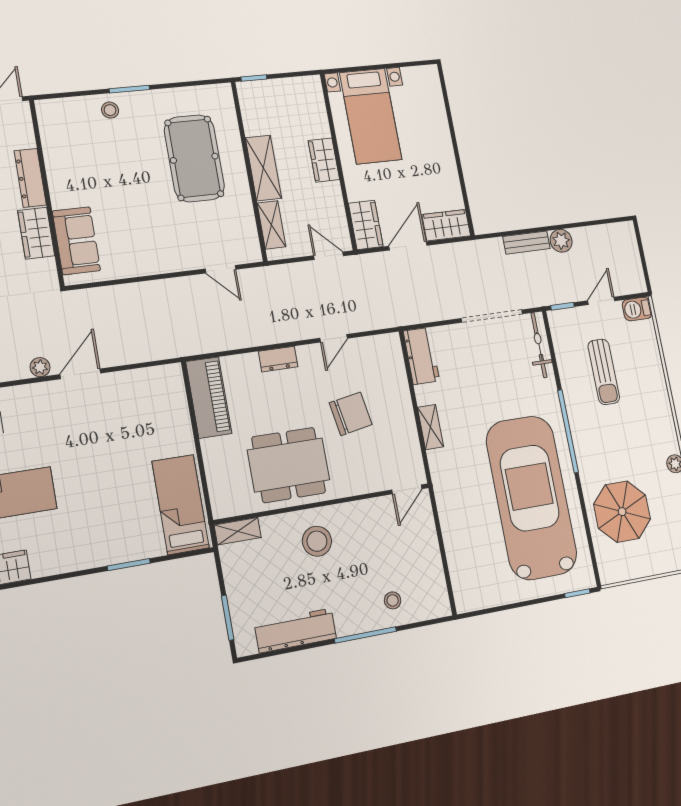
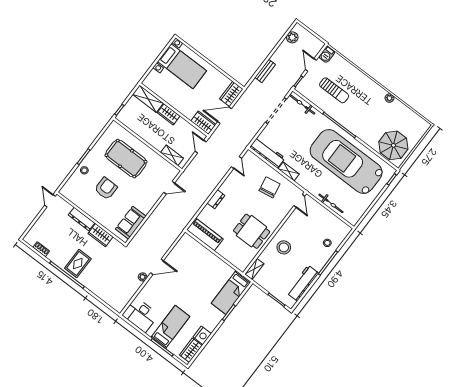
bed with nightstands: (371, 116) -> (182, 66), moved
shelving: (264, 168) -> (148, 99), moved
armchair: (118, 171) -> (106, 188), added
sofa: (76, 241) -> (131, 223), moved, turned -90
plant: (561, 241) -> (292, 37), moved
door: (408, 246) -> (224, 115), hinge flipped
door: (329, 256) -> (201, 147), hinge flipped
door: (334, 338) -> (236, 162), moved
workbench: (421, 356) -> (267, 153), width x1.38
door: (80, 374) -> (157, 267), swing flipped
chair: (351, 414) -> (269, 187), moved
dining table: (289, 465) -> (252, 231), width x0.73
bed: (181, 505) -> (231, 293), moved, turned -90
parasol: (622, 512) -> (393, 145), moved
bicycle: (453, 541) -> (331, 203), added
nightstand: (47, 561) -> (202, 335), added

